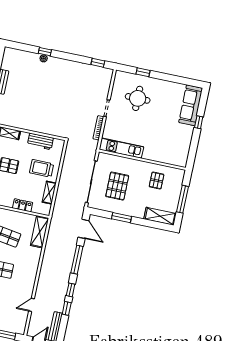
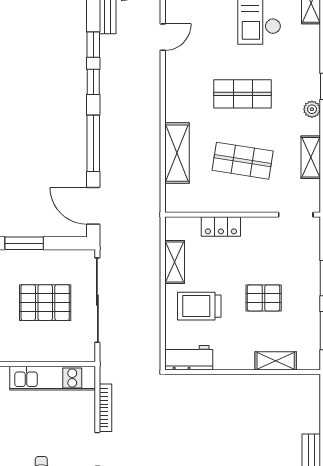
workbench: (40, 141) -> (189, 358), moved
trolley: (42, 168) -> (199, 306), turned 180
pallet: (117, 186) -> (45, 303), turned 90
shelving: (40, 232) -> (177, 153), moved

